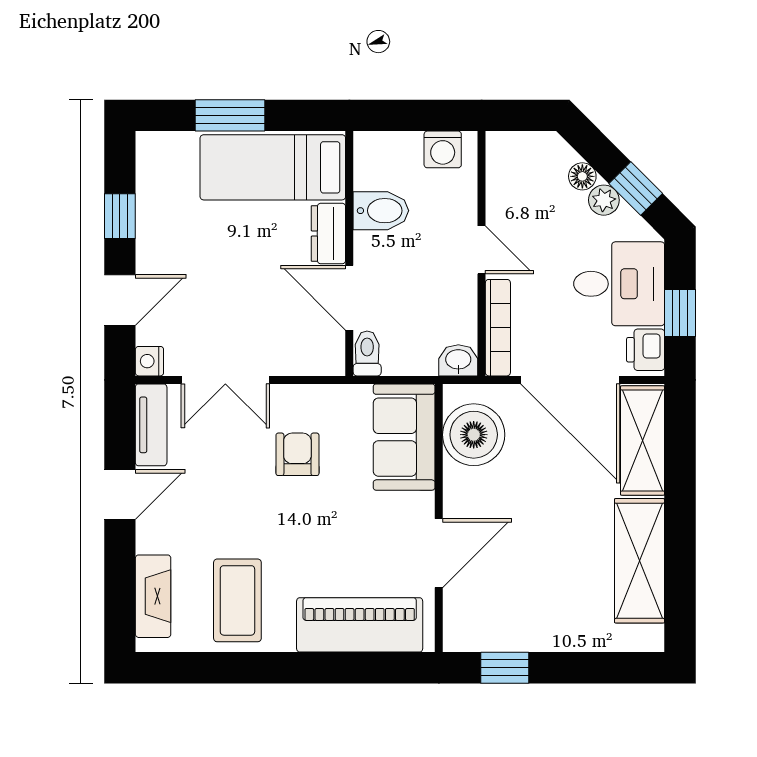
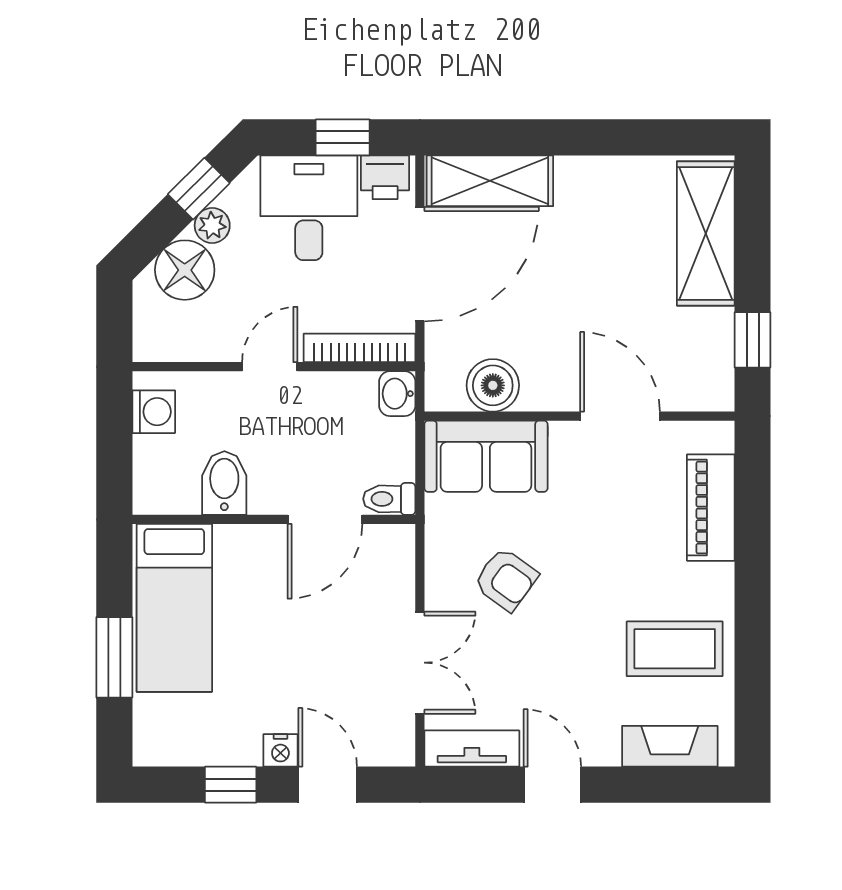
floor lamp: (582, 176) -> (185, 270), width x1.89, depth x1.89
dresser: (328, 234) -> (251, 544), removed
nightstand: (149, 361) -> (280, 750), moved
boiler: (474, 435) -> (493, 385), width x0.73, depth x0.73
armchair: (297, 454) -> (506, 579), turned -144
shelving: (639, 561) -> (706, 233), moved, turned 90
piano: (360, 625) -> (711, 508), width x0.73, depth x0.75

